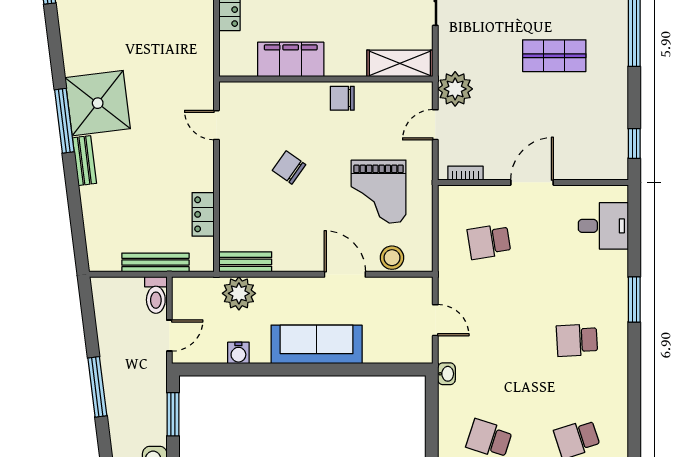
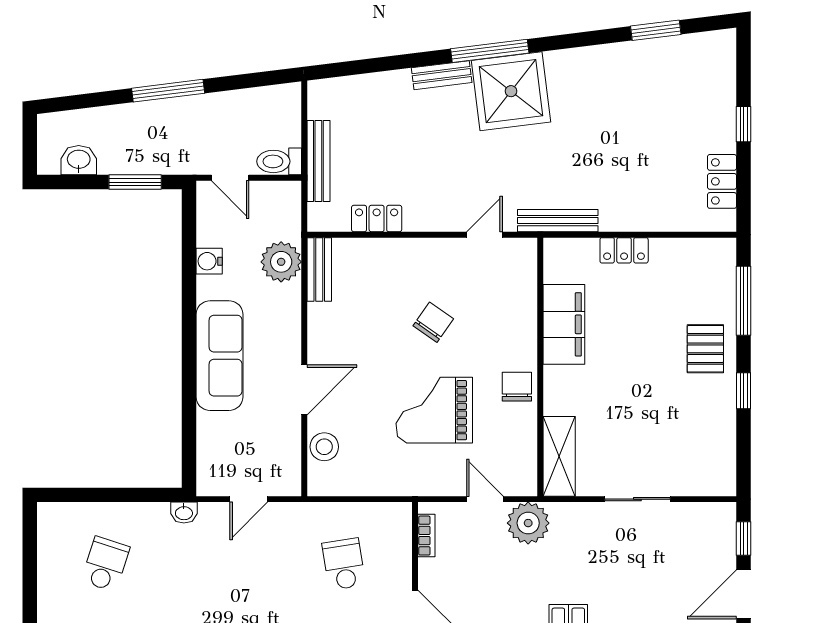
bench: (205, 64) -> (558, 221), added
grand piano: (379, 192) -> (434, 410), moved

